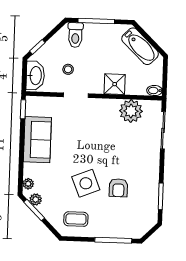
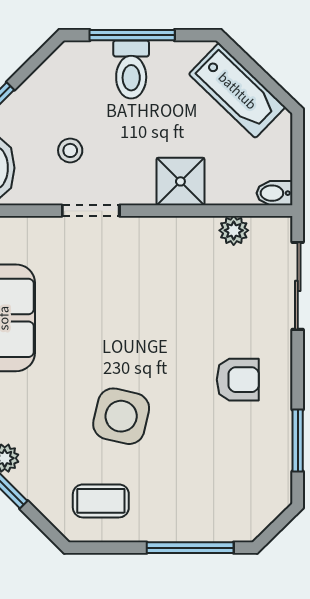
toilet: (75, 35) -> (131, 70), moved
plant: (131, 111) -> (234, 230), width x0.53, depth x0.53
side table: (86, 183) -> (121, 416), turned 35
armchair: (118, 188) -> (238, 380), moved, turned -90

